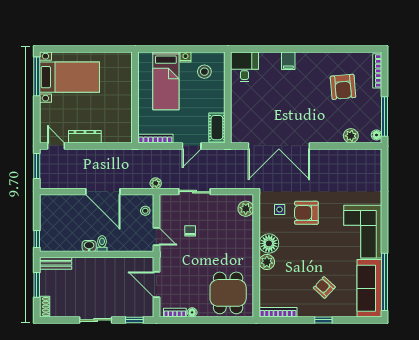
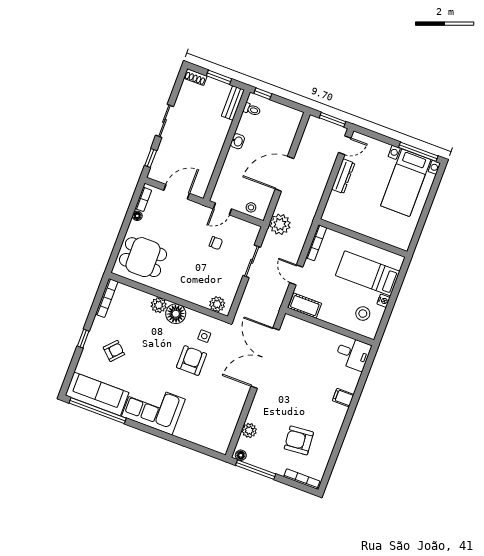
plant: (156, 183) -> (280, 224), width x1.88, depth x1.88
toilet: (102, 244) -> (252, 110), moved

